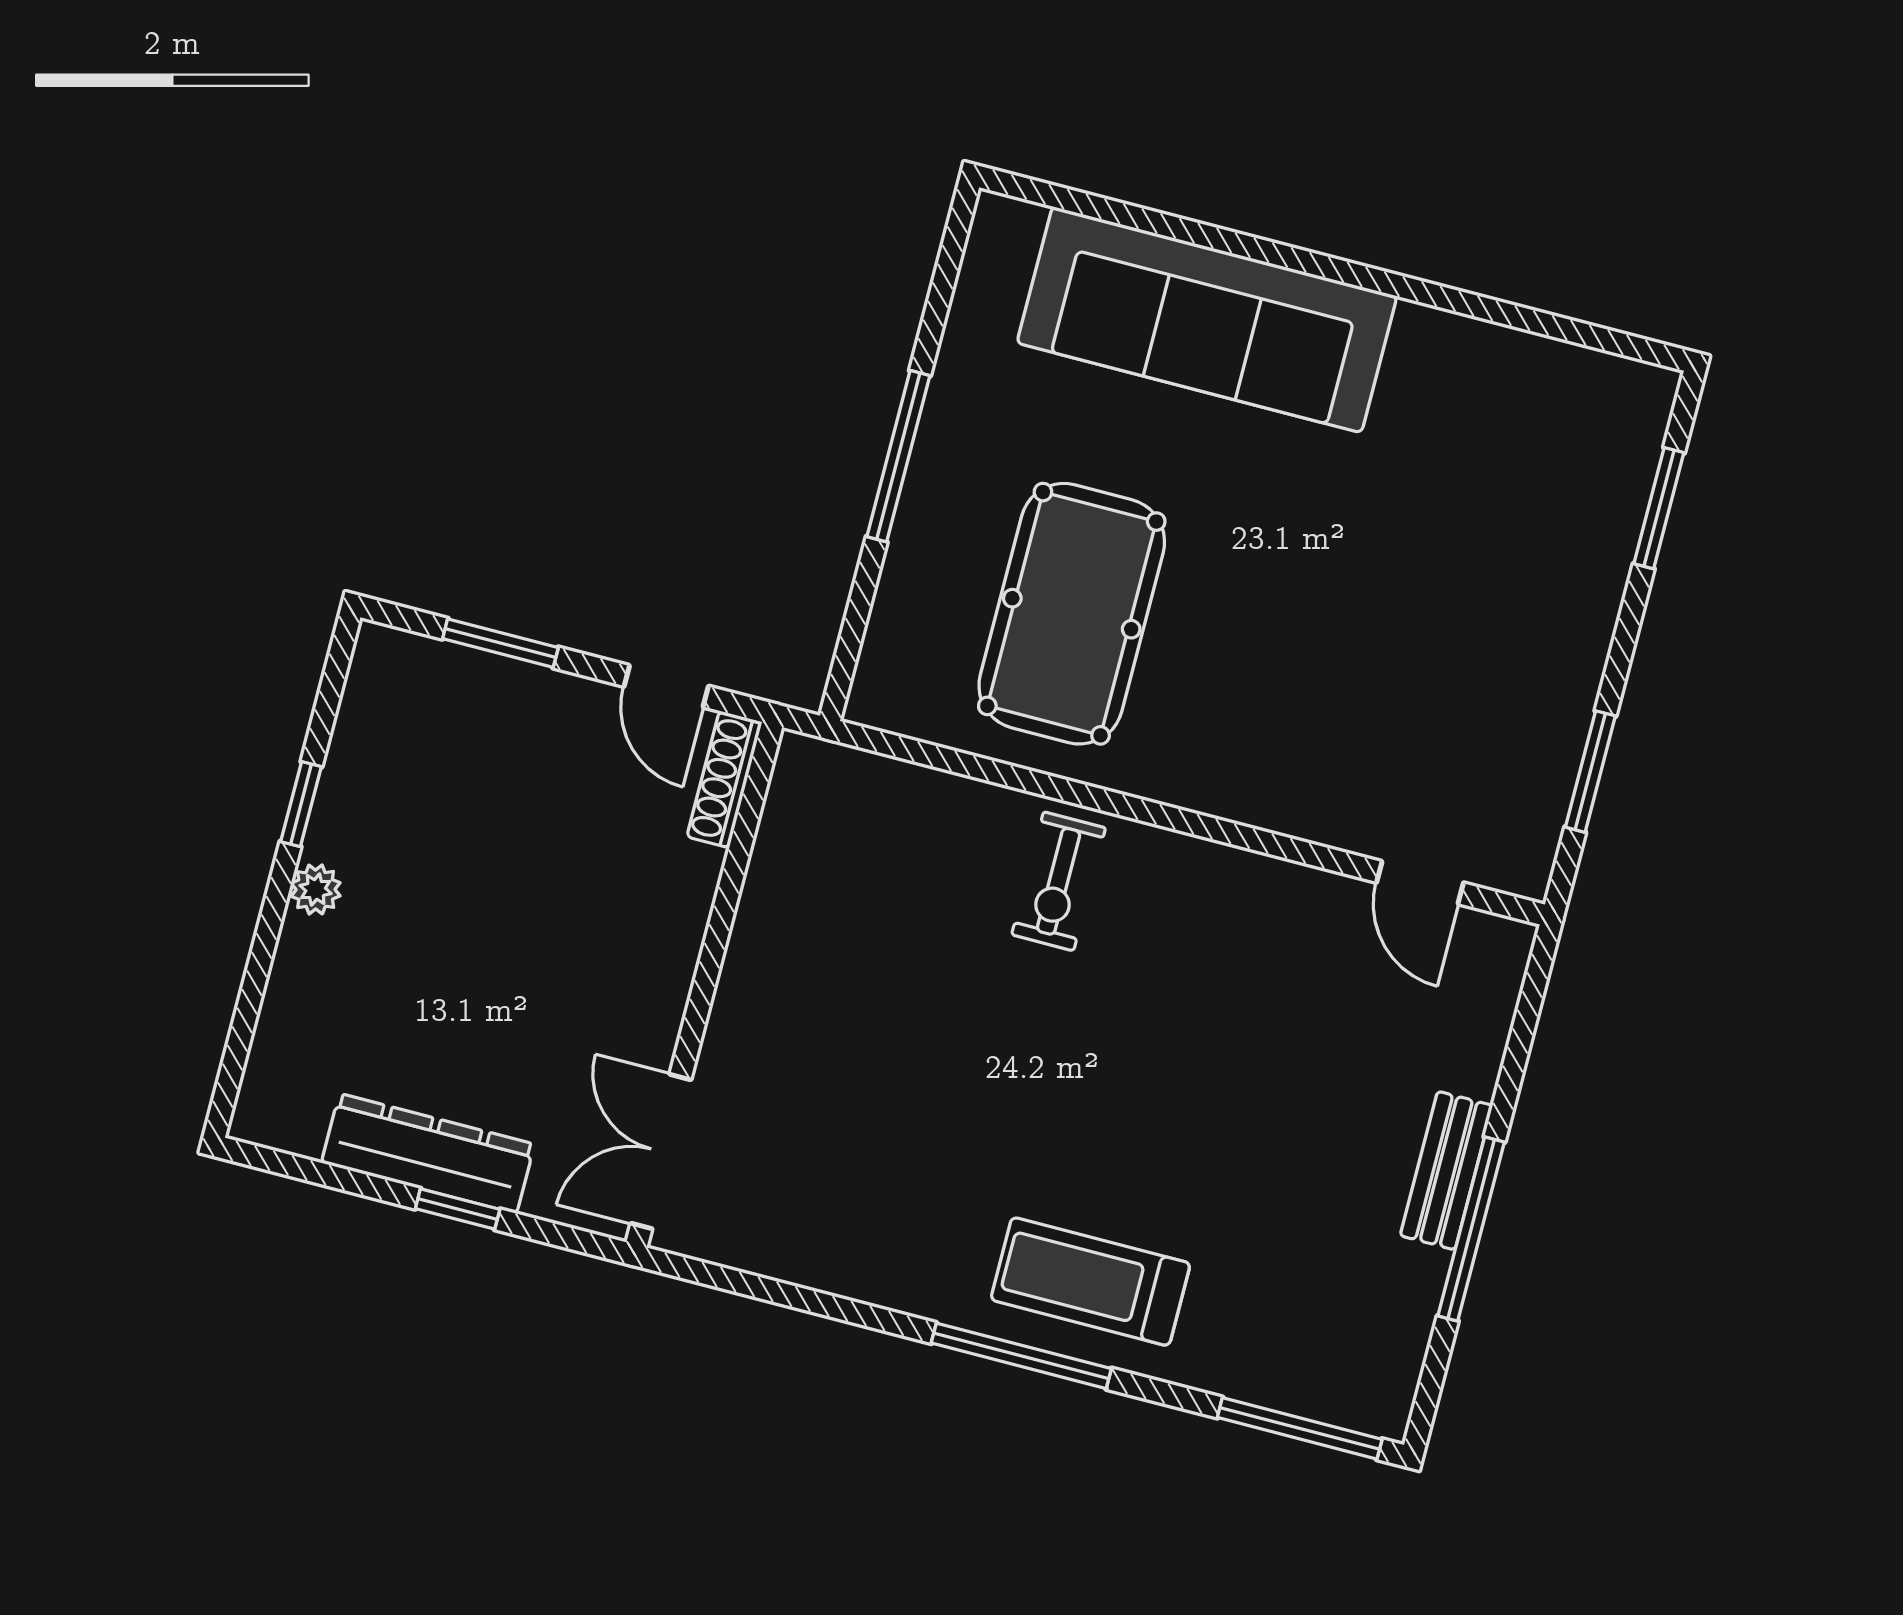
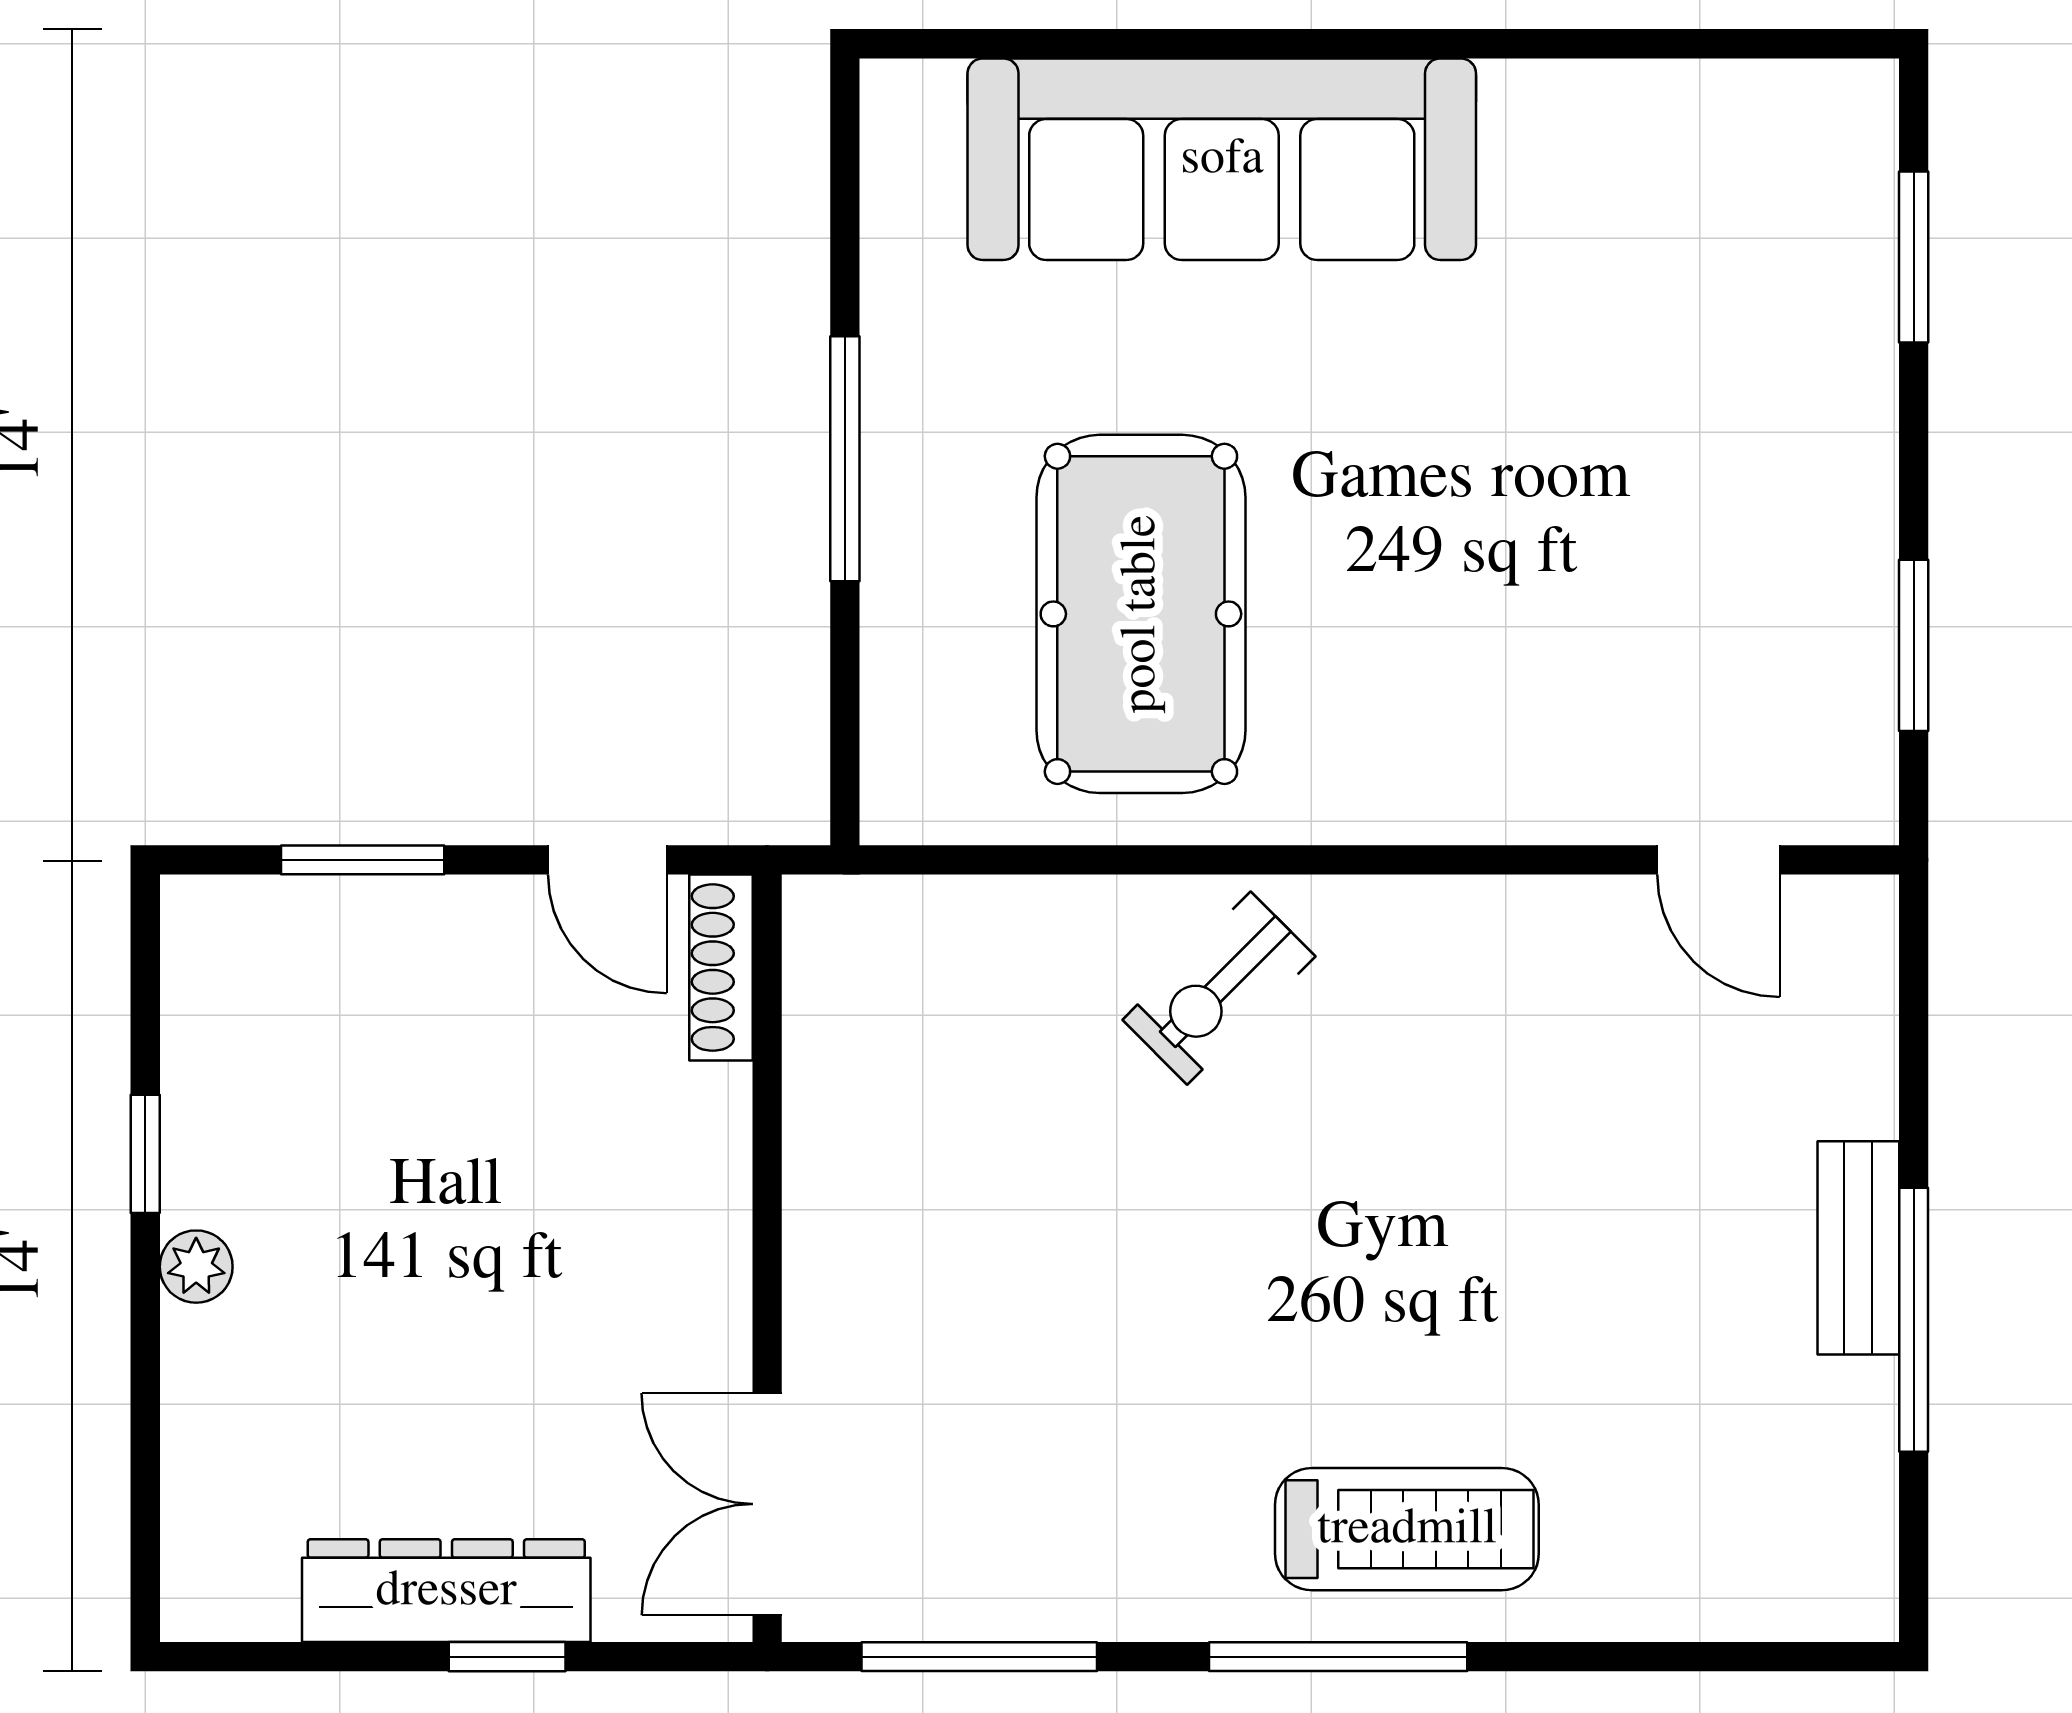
exercise bike: (1059, 881) -> (1219, 988), turned 45
treadmill: (1090, 1281) -> (1407, 1529), turned 180
window: (1300, 1428) -> (979, 1657), moved

